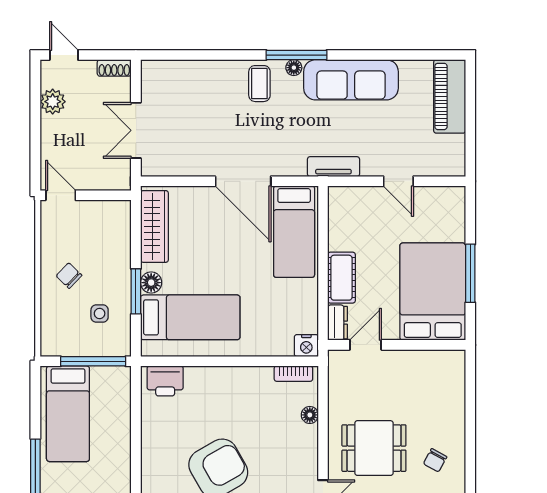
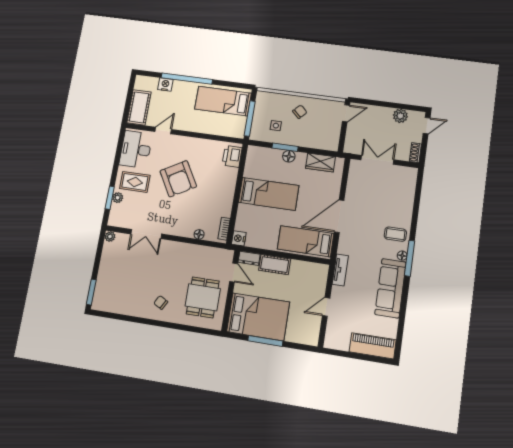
wardrobe: (154, 226) -> (320, 163), width x0.67
bed: (190, 317) -> (269, 194), moved, turned -90
dining table: (374, 448) -> (203, 297), moved

